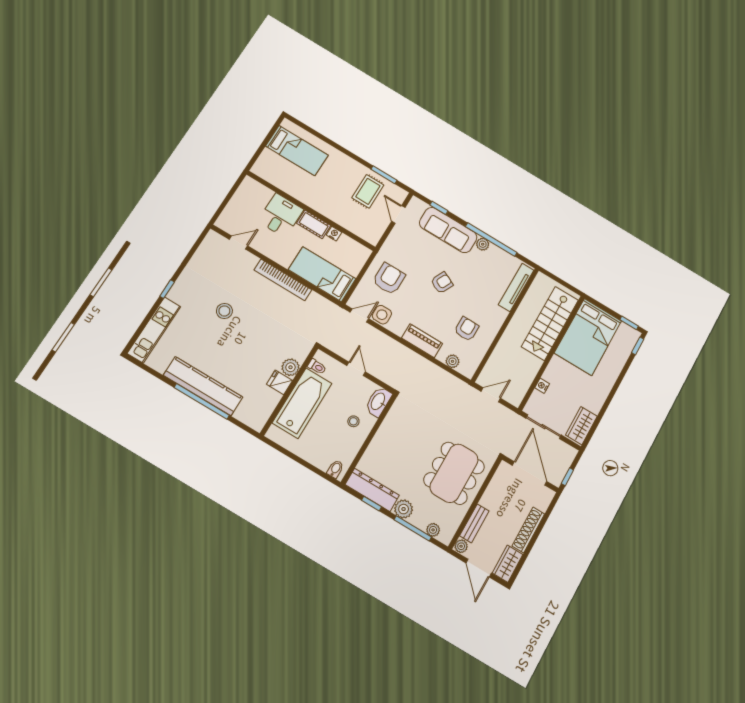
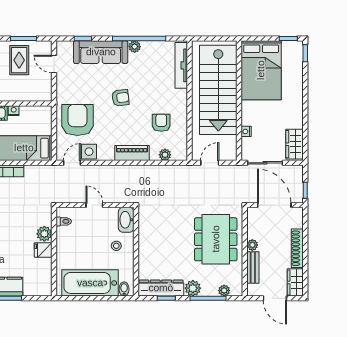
armchair: (389, 279) -> (77, 120), width x1.36, depth x1.36
armchair: (442, 283) -> (120, 98), turned 57
stairs: (550, 323) -> (218, 90), width x1.36, depth x1.51
bathtub: (302, 403) -> (90, 283), moved, turned -90
plant: (461, 546) -> (252, 245), moved

